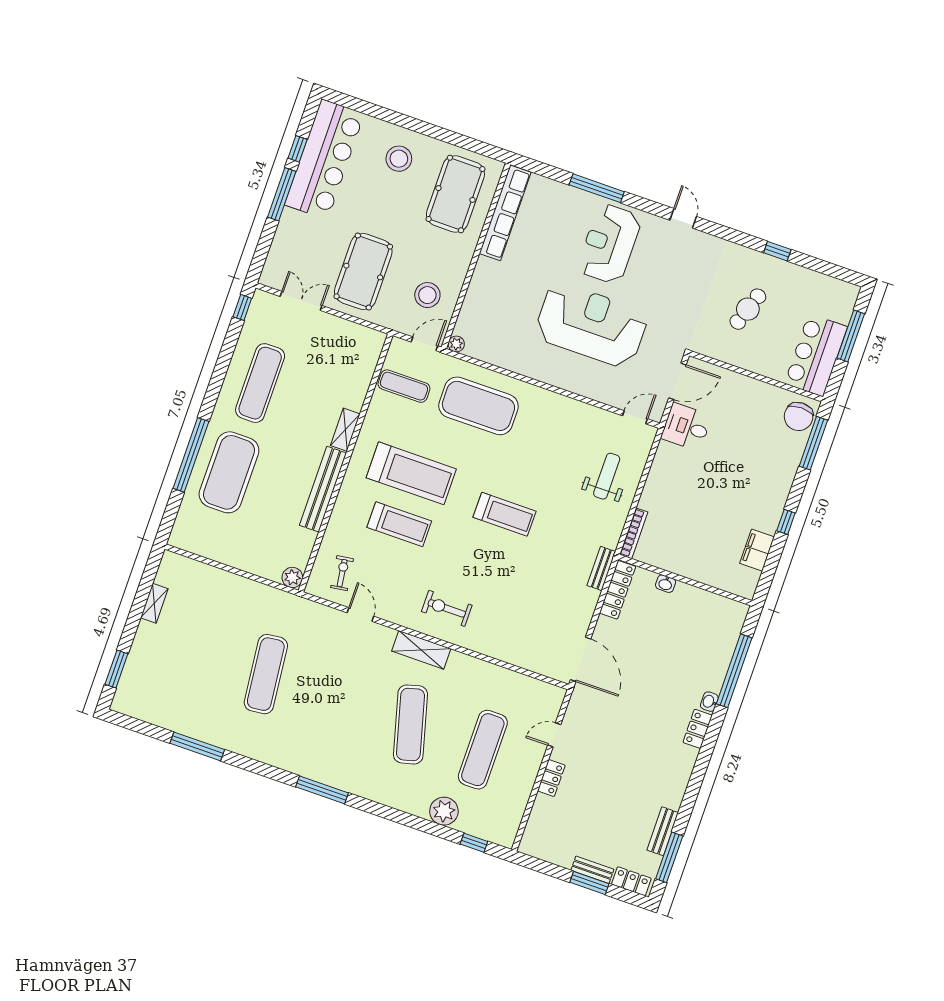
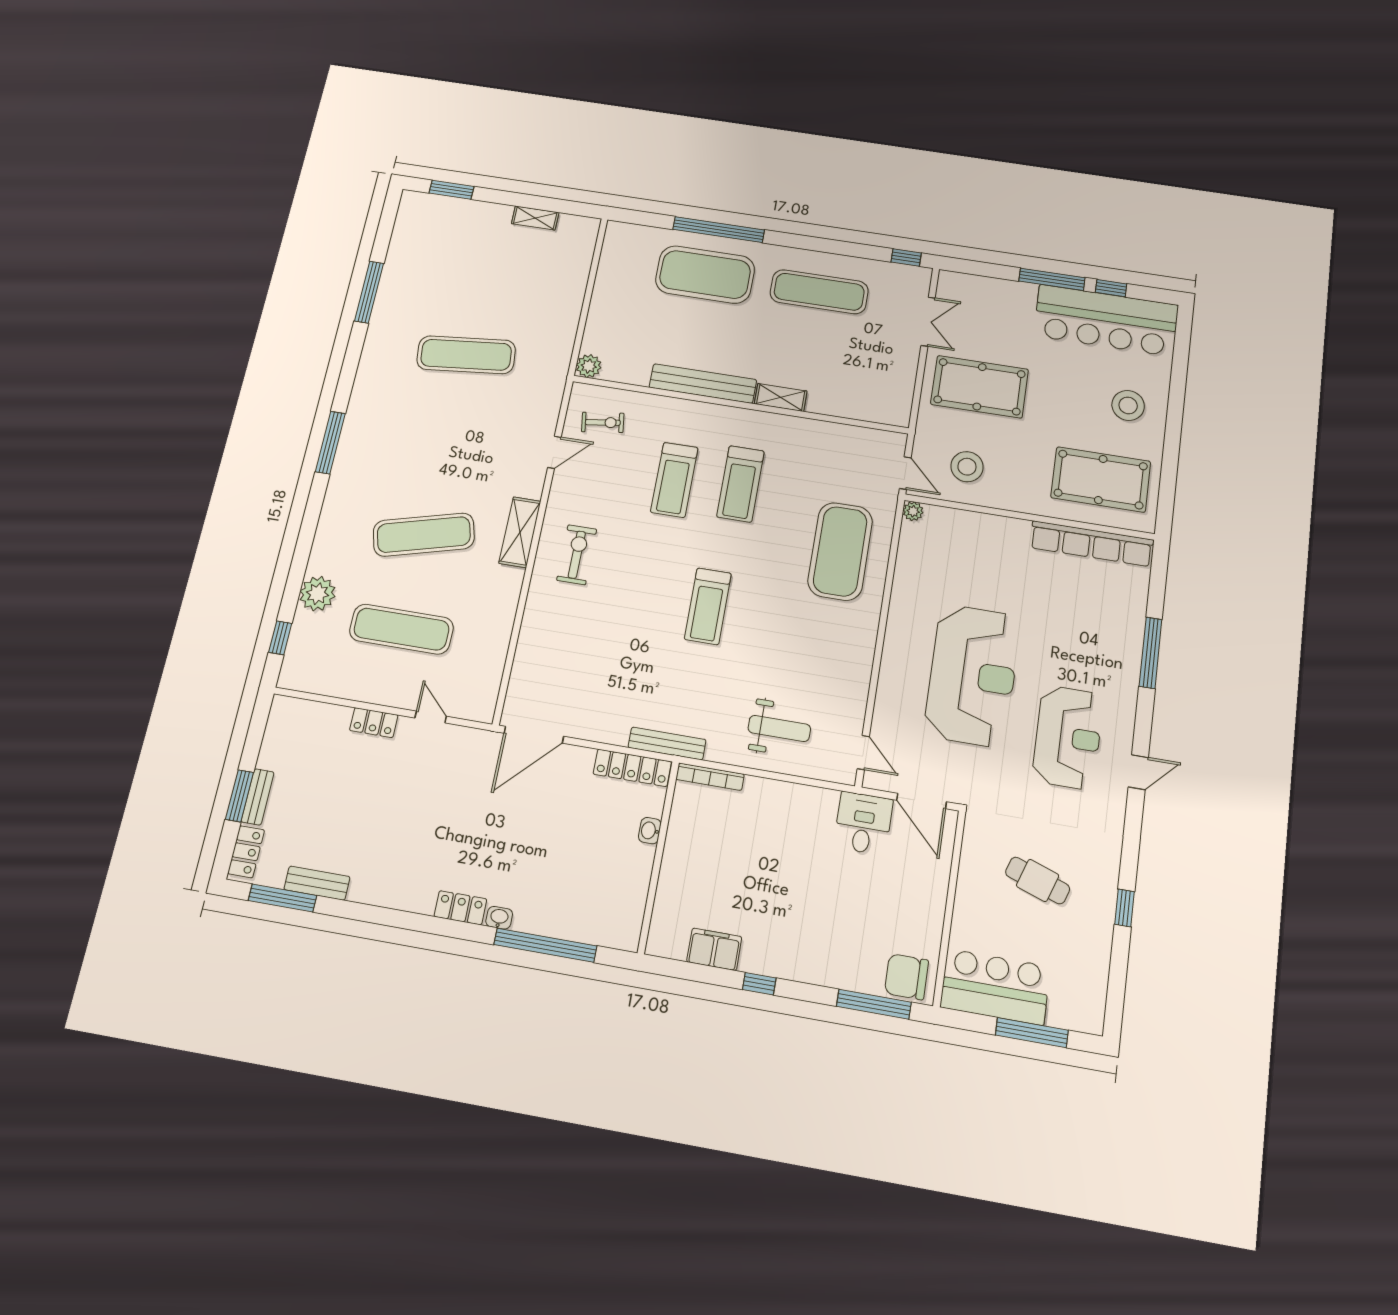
reception desk: (609, 244) -> (1068, 737), moved, turned 90
exercise mat: (404, 386) -> (848, 457), removed
treadmill: (411, 473) -> (740, 484), width x0.73, depth x0.73
bench: (601, 568) -> (667, 744), width x1.36

